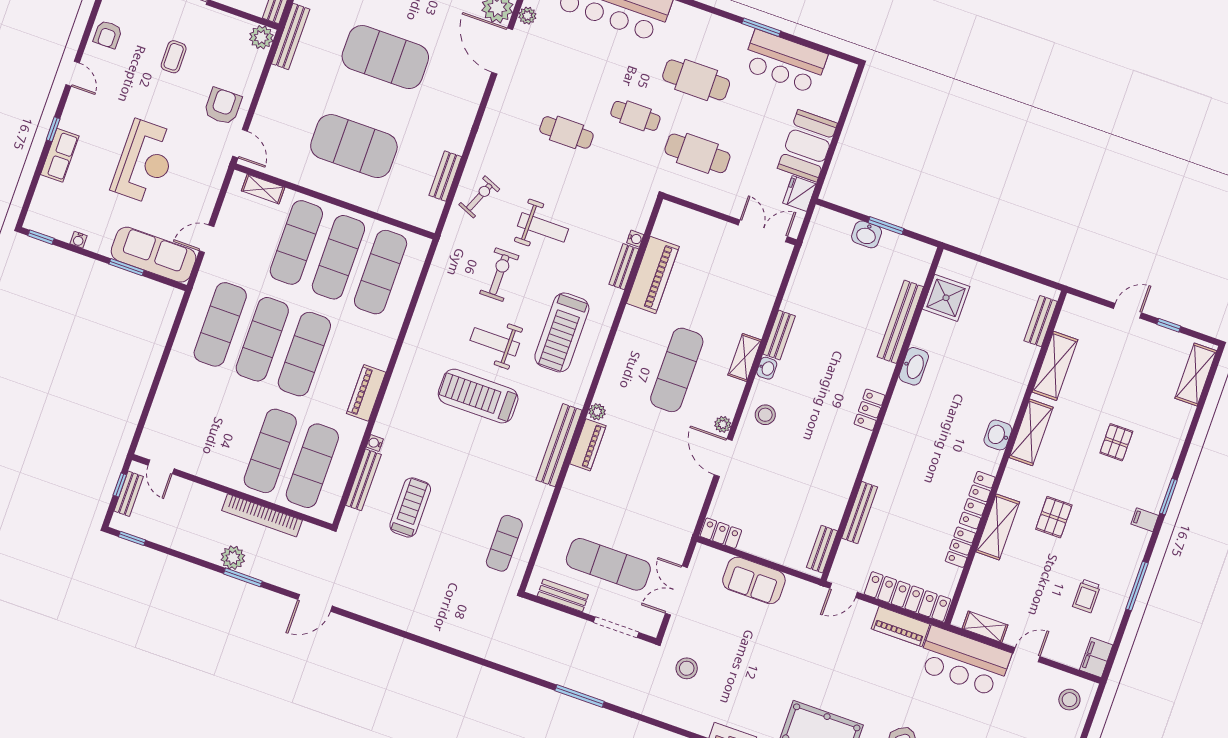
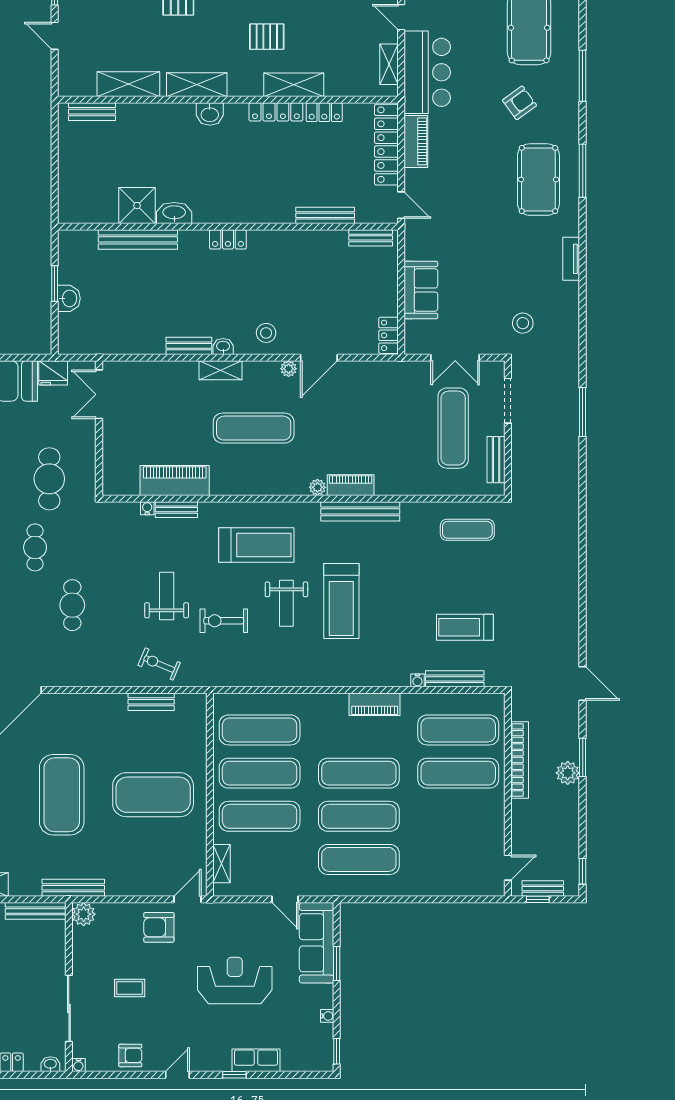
exercise mat: (354, 146) -> (153, 795), turned 90
shower: (946, 298) -> (137, 206), moved

